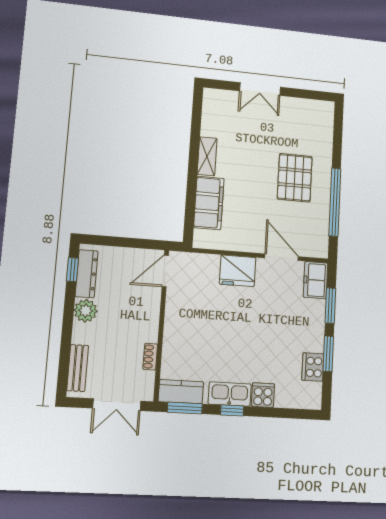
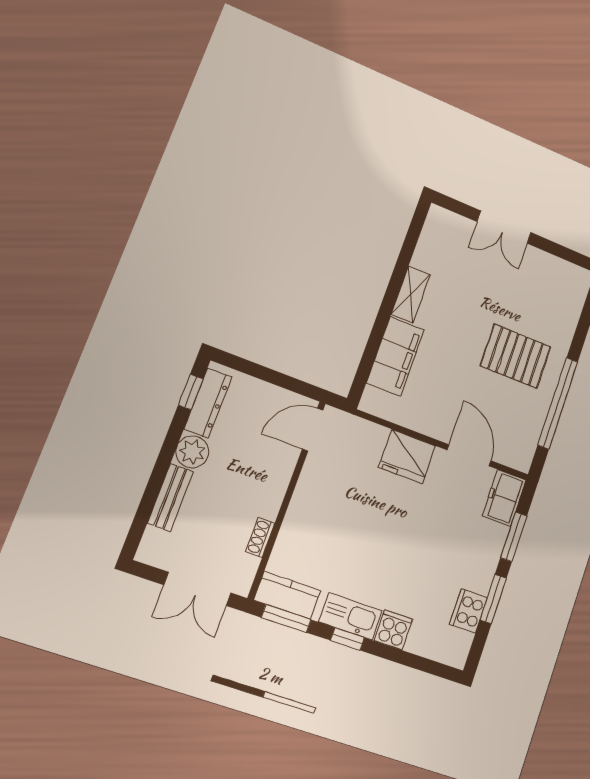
pallet: (295, 178) -> (516, 356), turned 90
bench: (78, 368) -> (170, 498), moved

